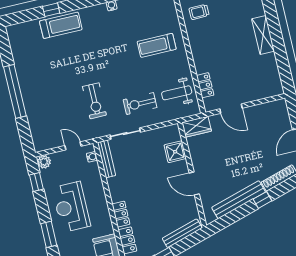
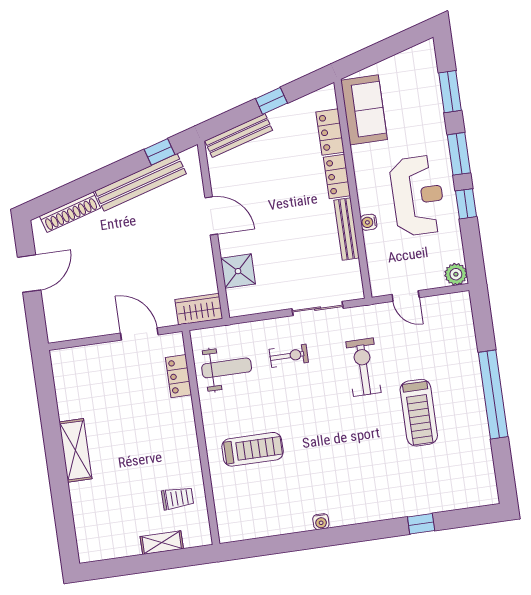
treadmill: (61, 25) -> (419, 413), moved, turned -90
exercise bike: (140, 104) -> (289, 356), width x0.73, depth x0.72
water cooler: (92, 157) -> (369, 222), moved
bench: (107, 159) -> (347, 229), moved
window: (36, 182) -> (466, 204), moved
window: (263, 200) -> (159, 152), moved

